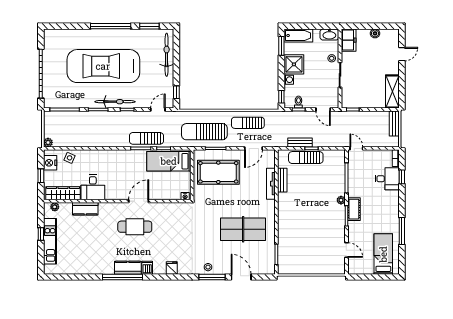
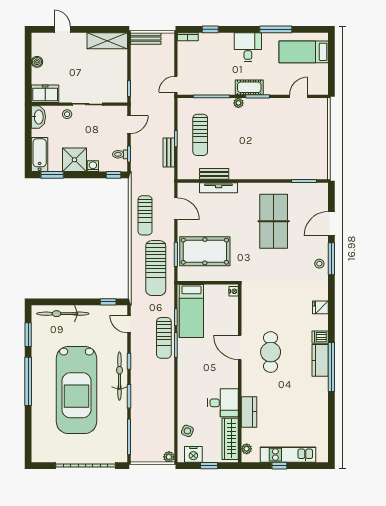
sun lounger: (306, 158) -> (200, 135), moved
pool table: (218, 172) -> (205, 251), turned 90
desk: (387, 179) -> (248, 47), moved

